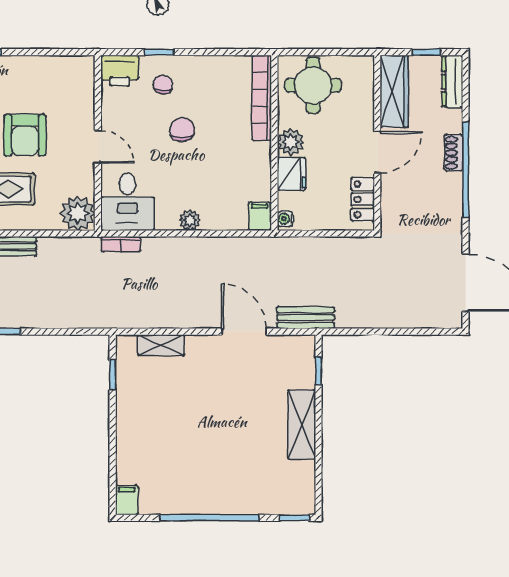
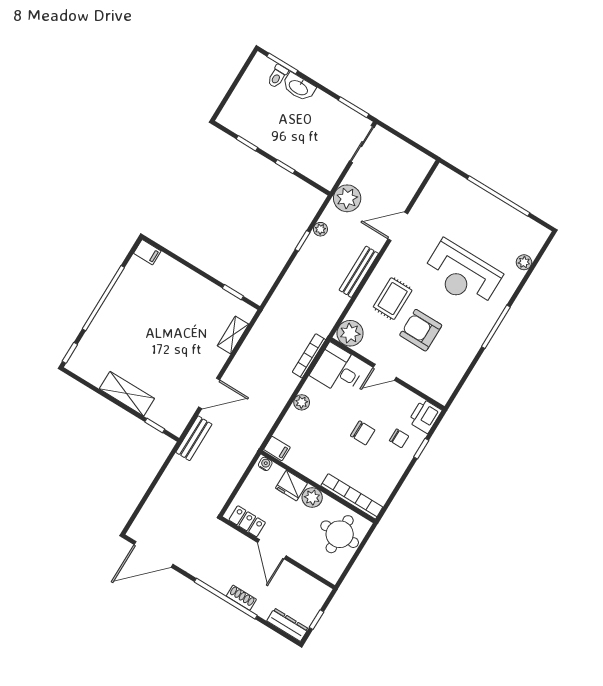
wardrobe: (394, 91) -> (304, 584), removed
bookcase: (121, 244) -> (309, 356), width x1.56

